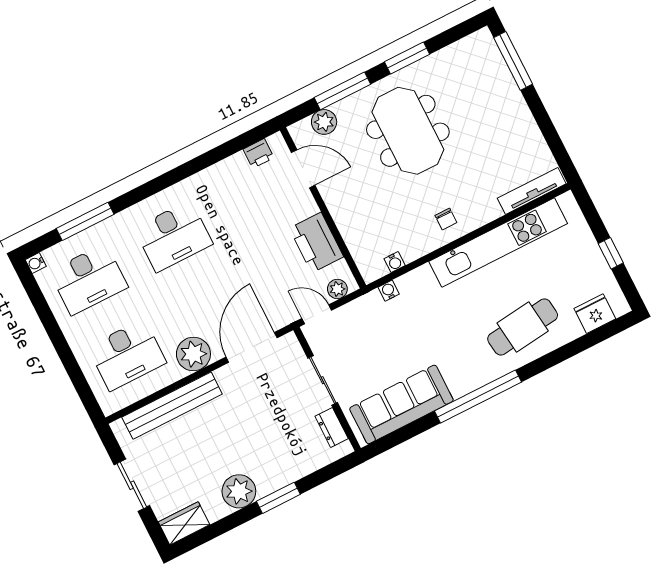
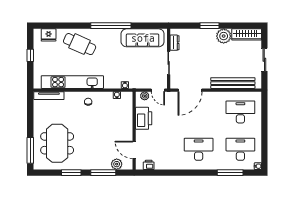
meeting table: (408, 131) -> (57, 143), moved
cafe table: (523, 327) -> (80, 44), turned 31
plant: (193, 354) -> (214, 99), removed
wardrobe: (184, 523) -> (247, 34), width x1.50

